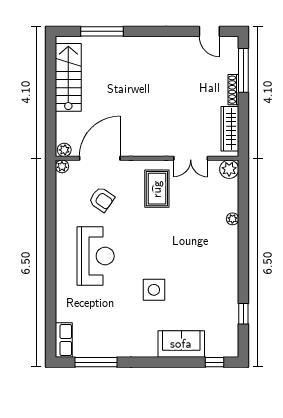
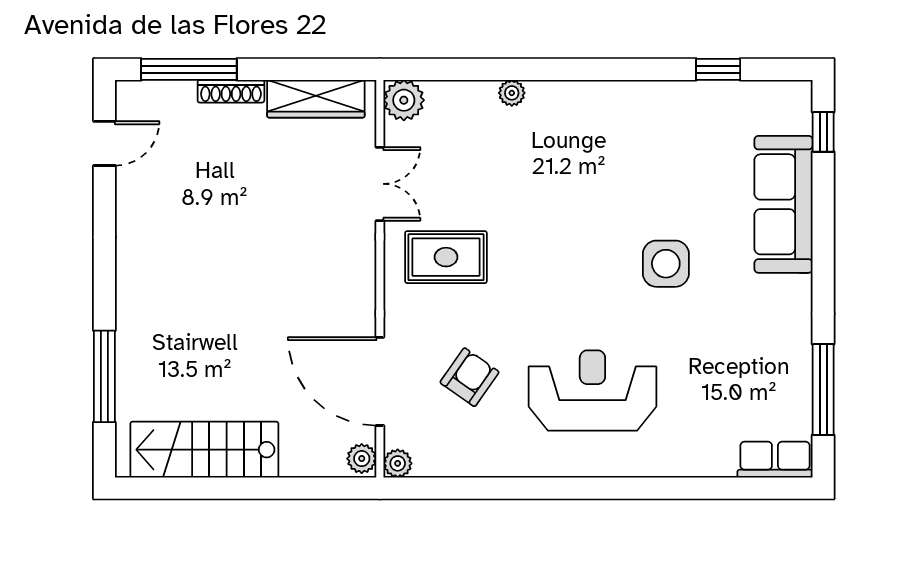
sofa: (181, 344) -> (783, 204), width x1.36

